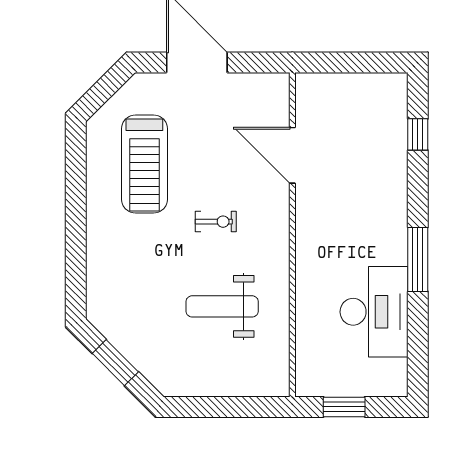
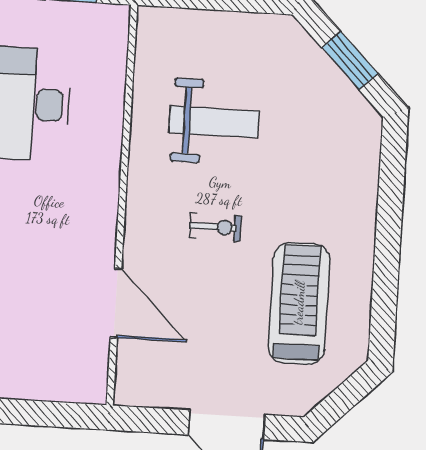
exercise bike: (216, 222) -> (215, 227), turned 180

